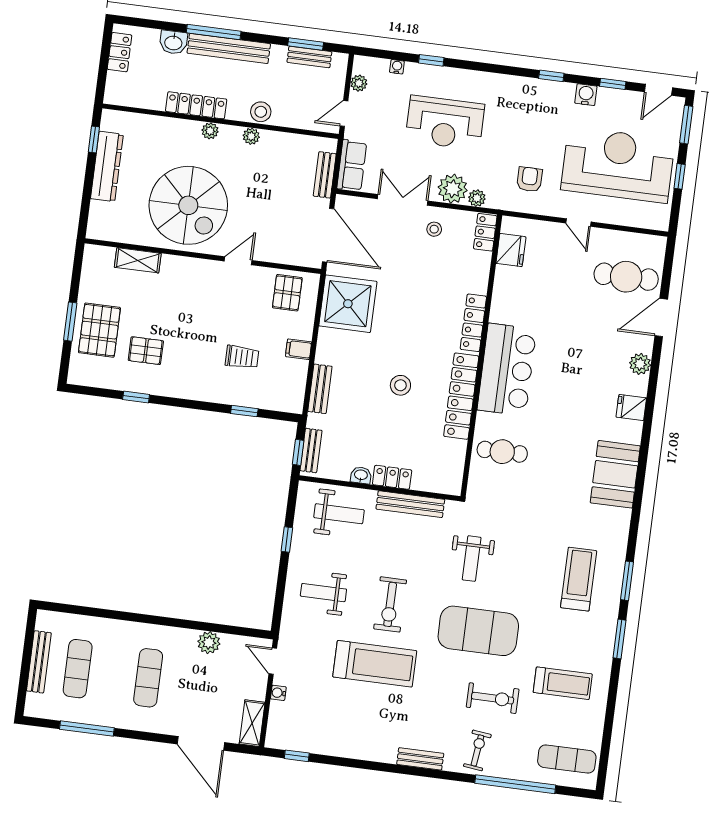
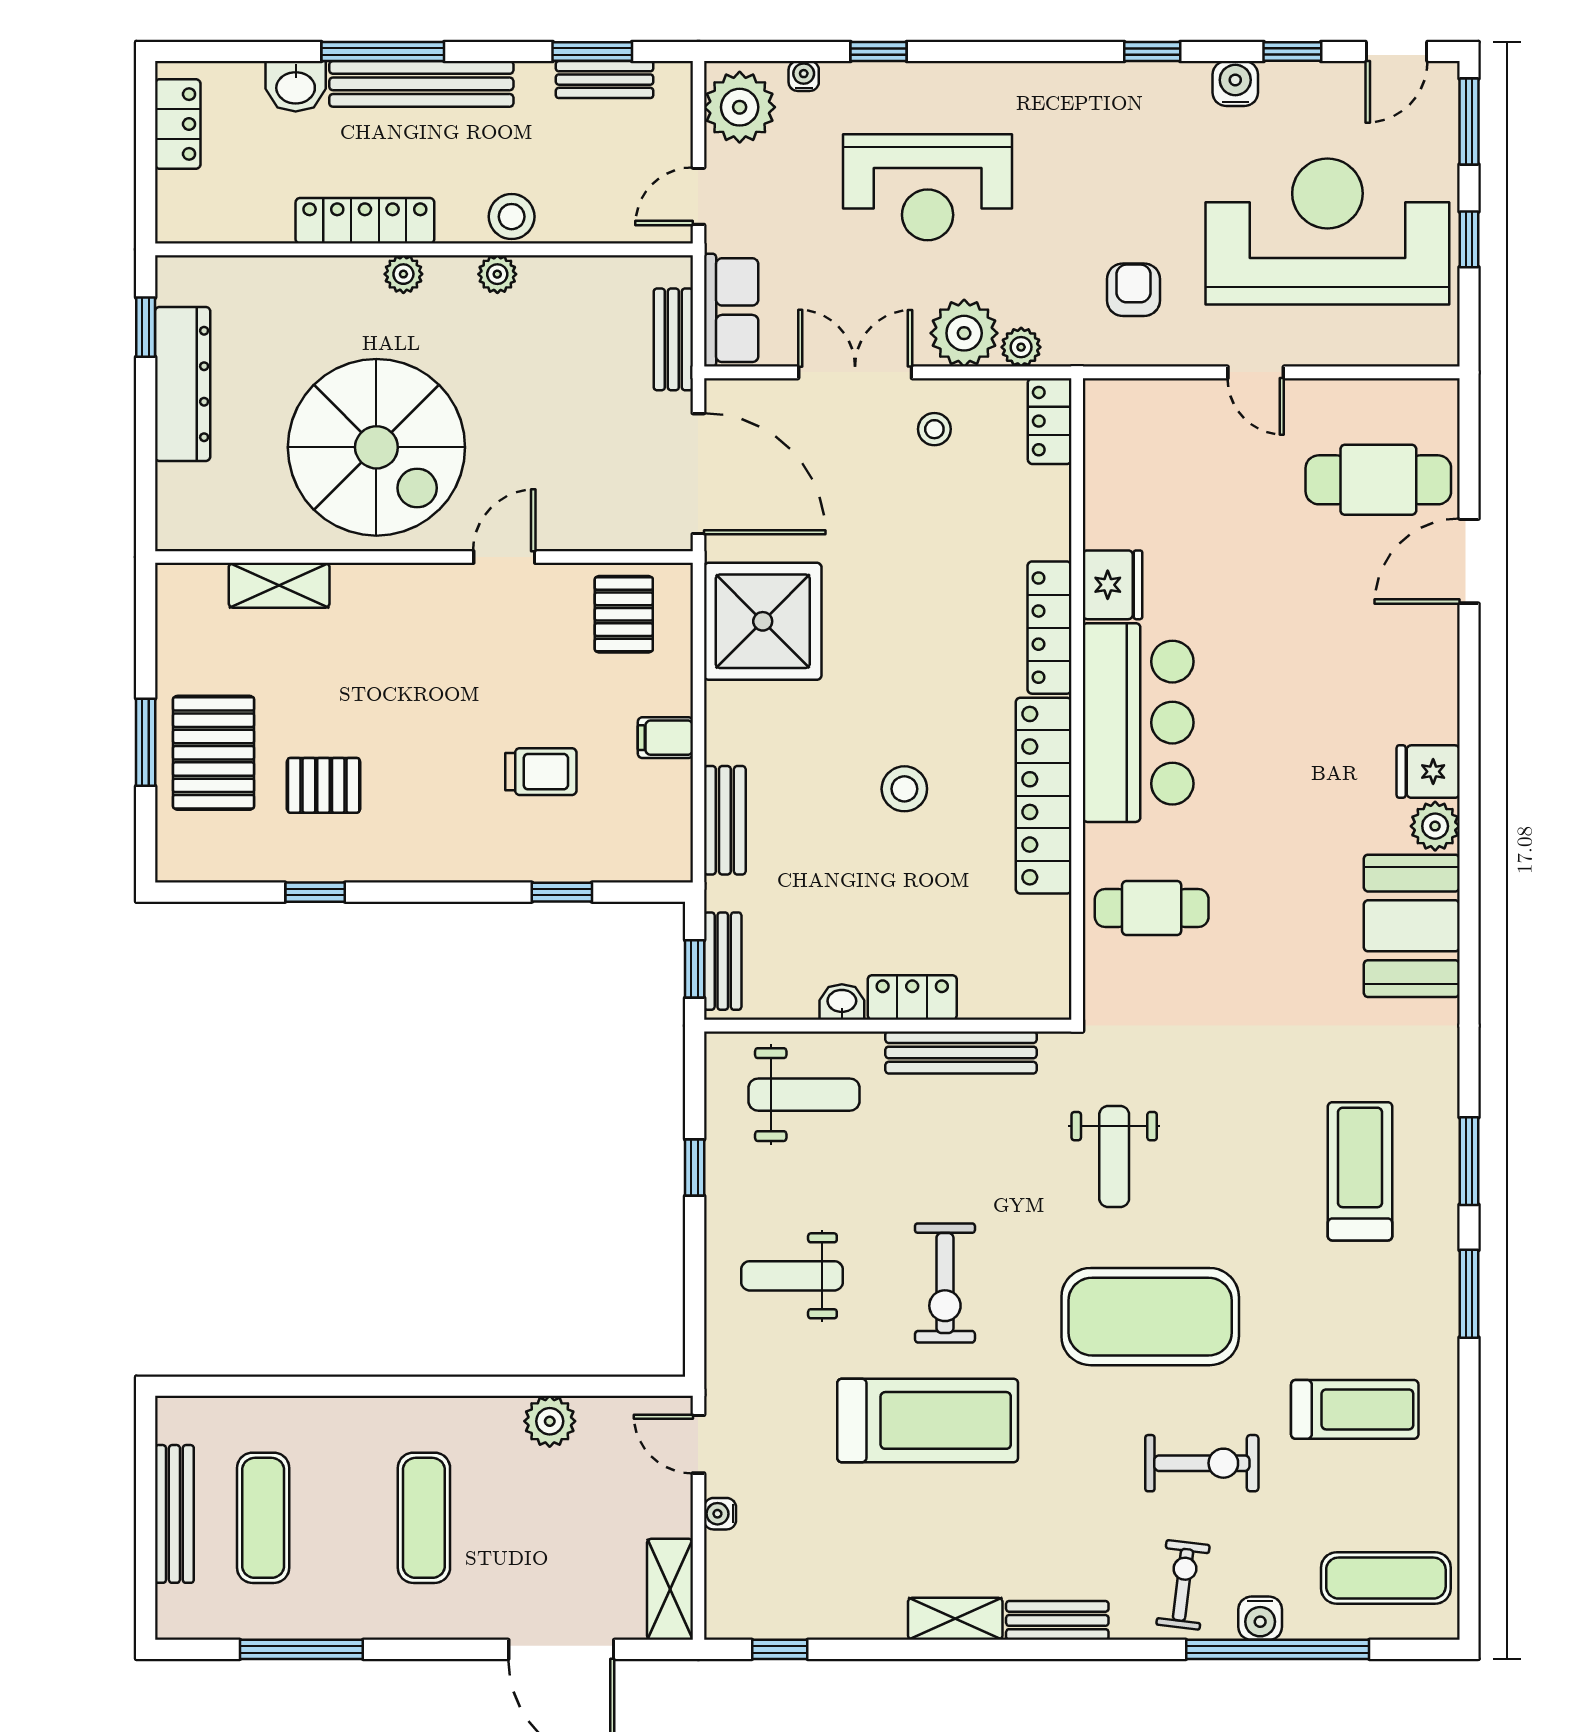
plant: (359, 83) -> (740, 107), width x1.87, depth x1.87
fridge: (511, 250) -> (1112, 585), moved
plant: (640, 364) -> (1435, 826), moved
shelving: (376, 752) -> (955, 1619), added
water cooler: (509, 769) -> (1260, 1618), added

